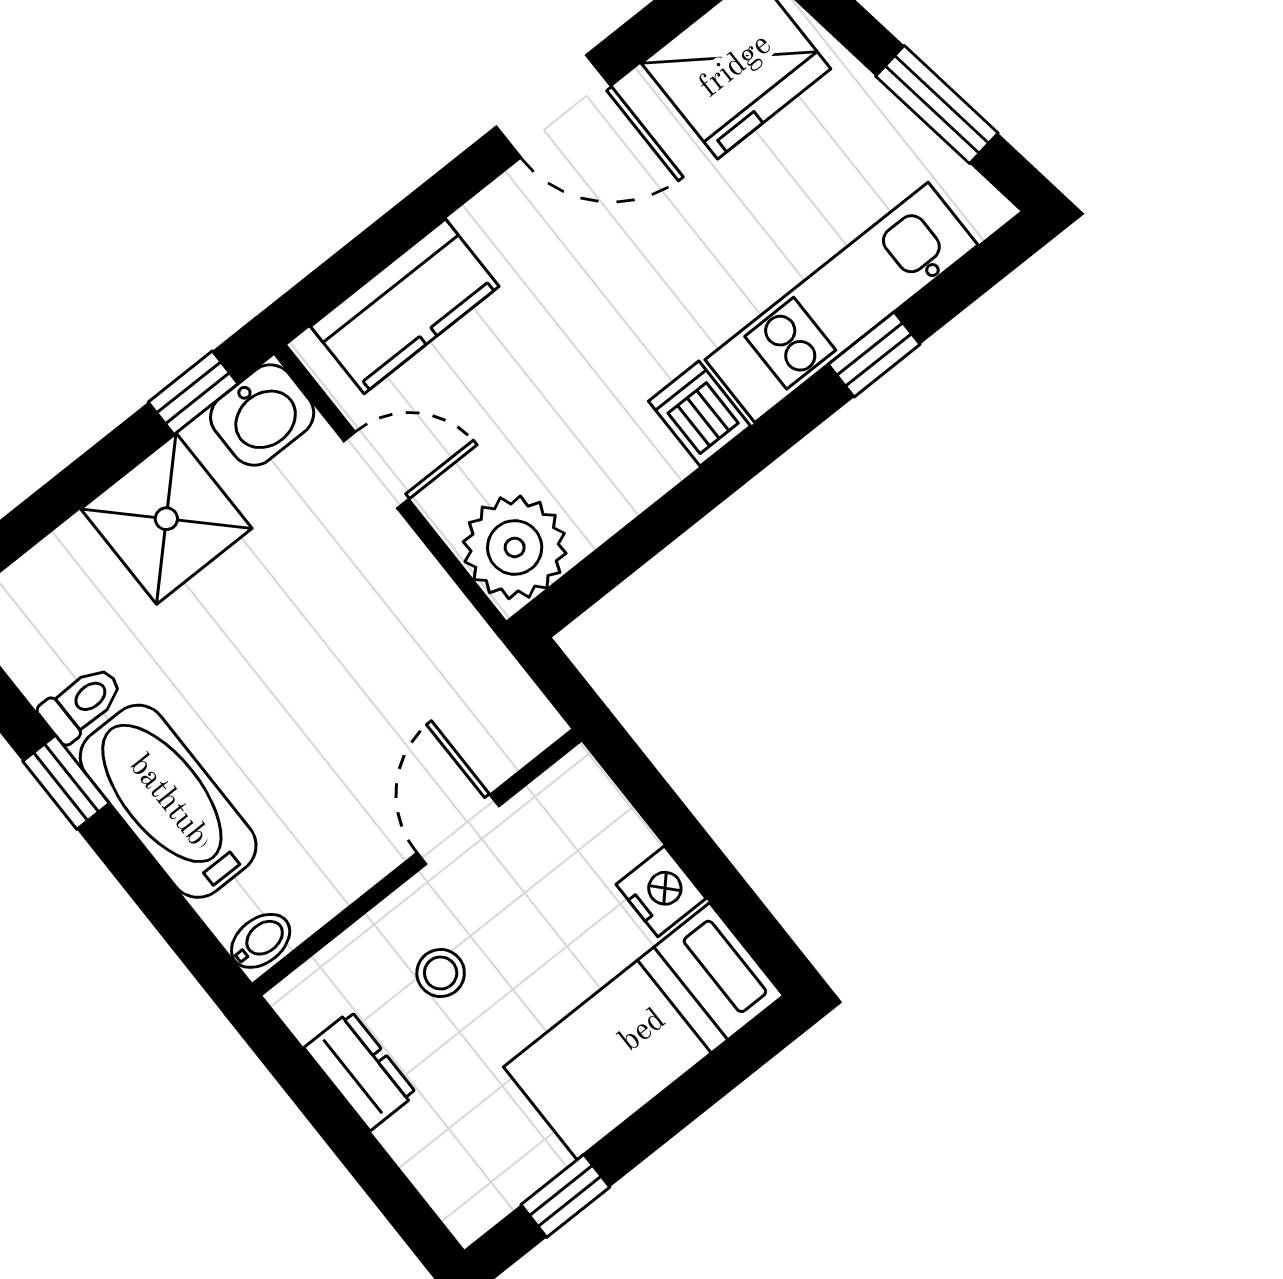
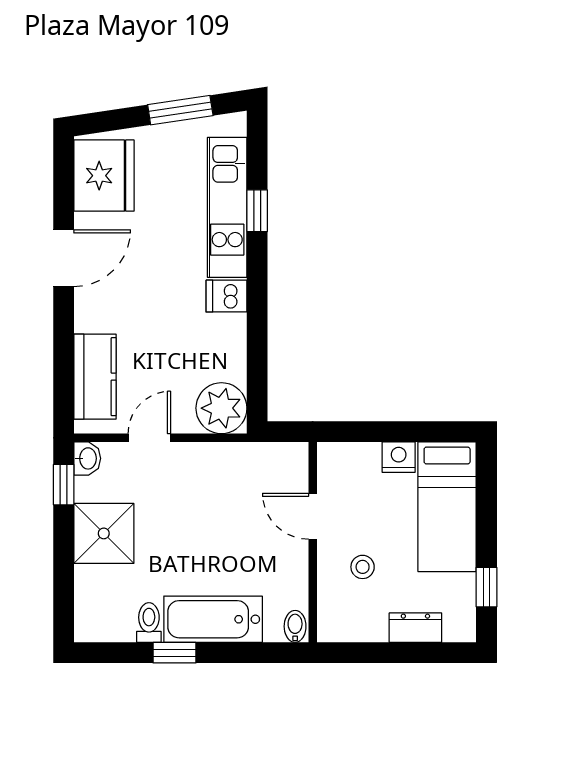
washbasin: (262, 415) -> (87, 458), width x0.72, depth x0.69
dresser: (360, 1071) -> (415, 628), moved

